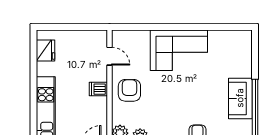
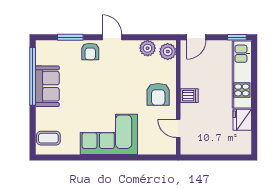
coffee table: (239, 46) -> (48, 138), added
fridge: (45, 51) -> (242, 120), moved

